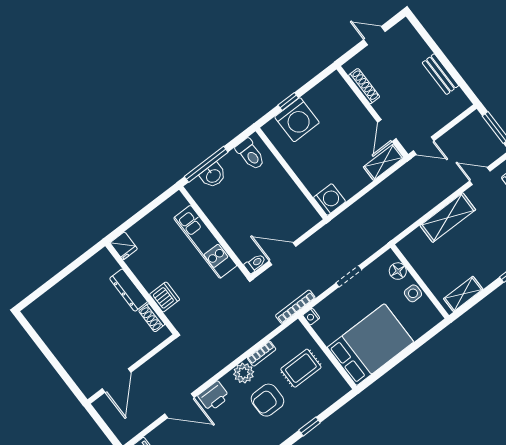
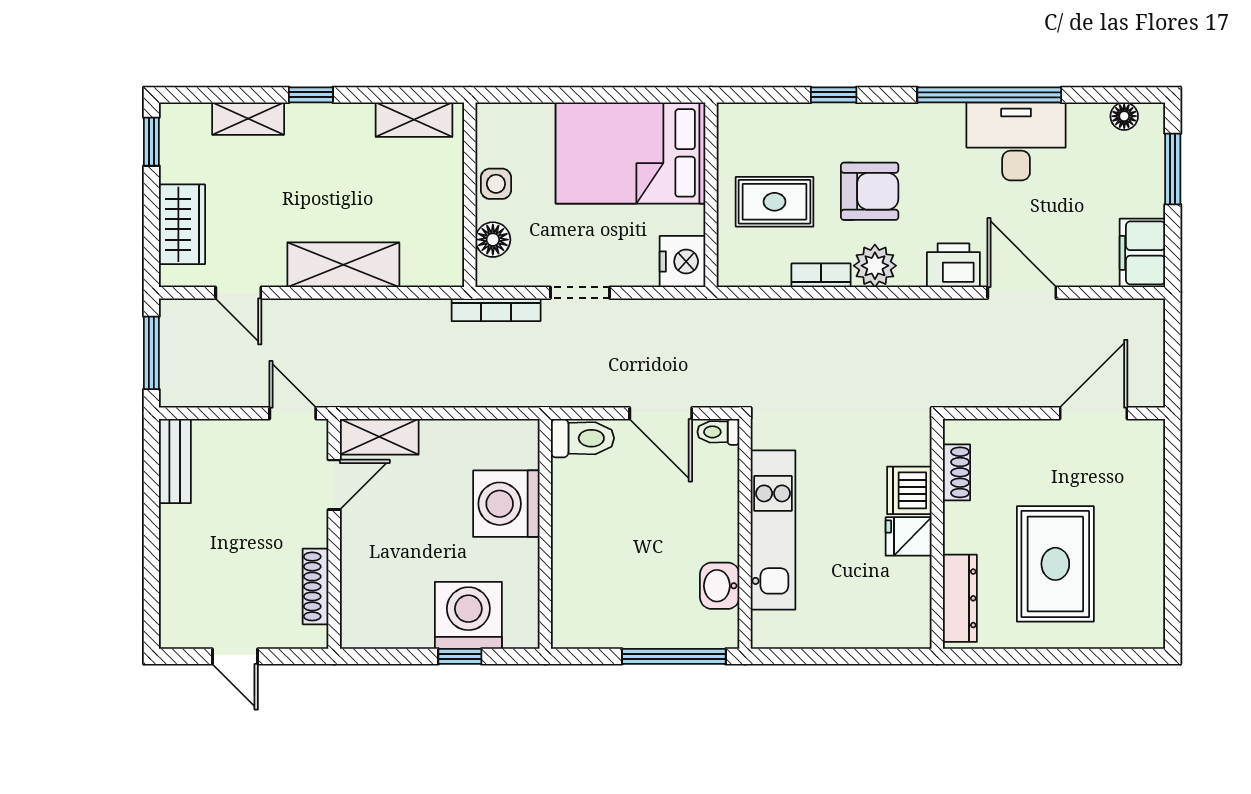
bench: (440, 74) -> (175, 461), moved
toilet: (250, 154) -> (582, 438), moved, turned 90
washbasin: (213, 176) -> (720, 586), moved, turned -90
washing machine: (330, 200) -> (506, 504), moved, width x1.37, depth x1.37
fridge: (124, 246) -> (909, 536), moved, turned -90
dresser: (129, 290) -> (960, 598), moved
bookcase: (295, 307) -> (496, 310), moved
rug: (87, 312) -> (1055, 564), added
nightstand: (311, 317) -> (682, 262), width x1.89, depth x1.79

